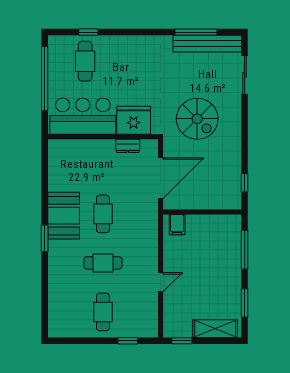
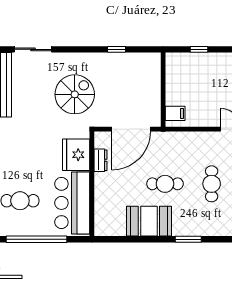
door: (161, 178) -> (131, 129), swing flipped
window: (245, 183) -> (117, 49), moved
booth: (64, 216) -> (149, 221), moved
window: (245, 250) -> (199, 49), width x0.46

